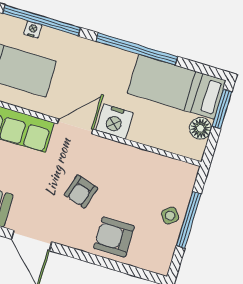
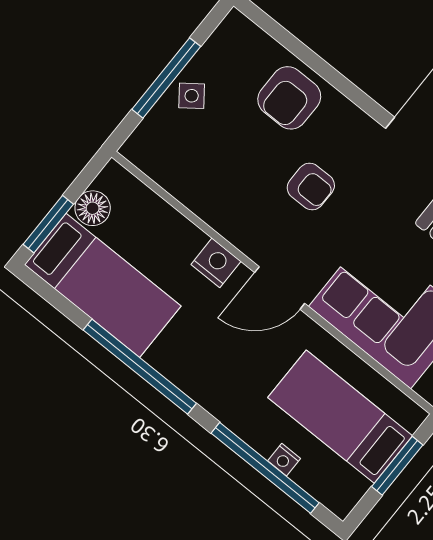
nightstand: (114, 121) -> (216, 263), width x0.74, depth x0.75
armchair: (81, 192) -> (311, 186), turned 73
armchair: (114, 237) -> (289, 98), turned 90

